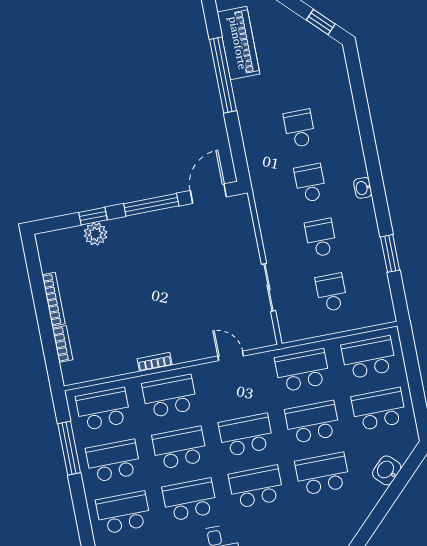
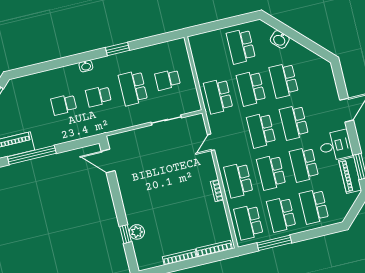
washbasin: (363, 188) -> (86, 66), moved
window: (151, 205) -> (117, 197), removed
school desk: (321, 238) -> (133, 88), width x1.85
window: (390, 253) -> (118, 49), moved
bookcase: (62, 344) -> (214, 249), width x1.56
school desk: (369, 357) -> (208, 54), removed

